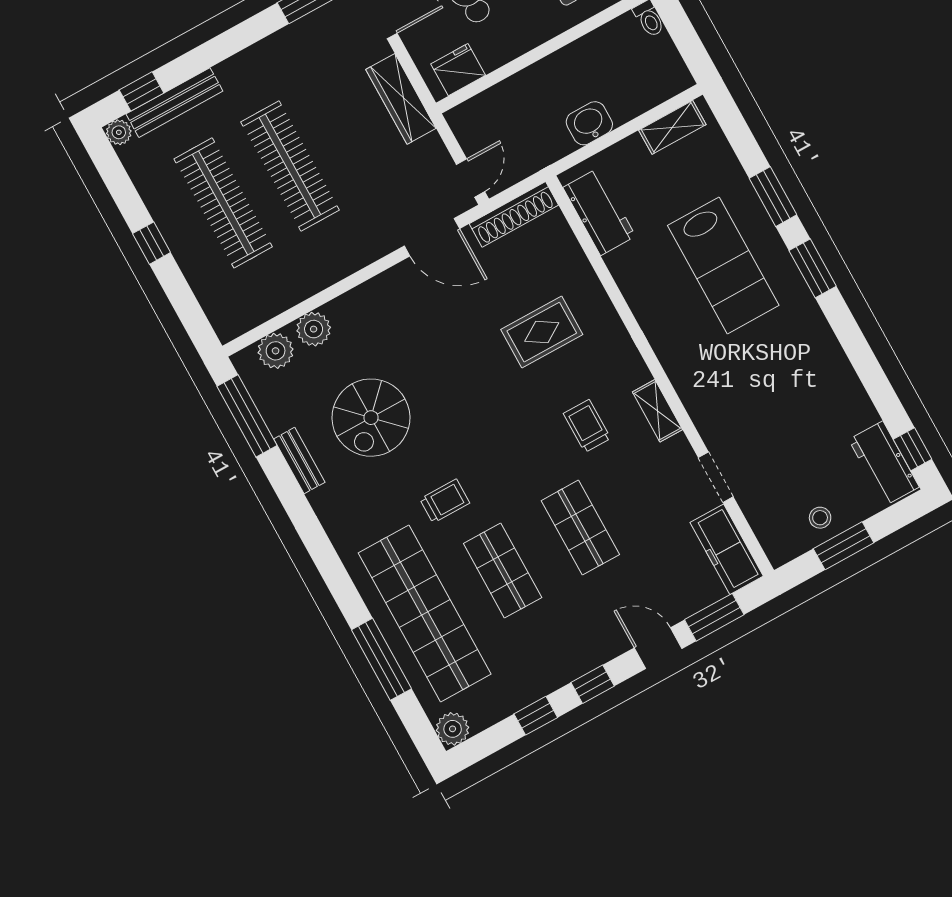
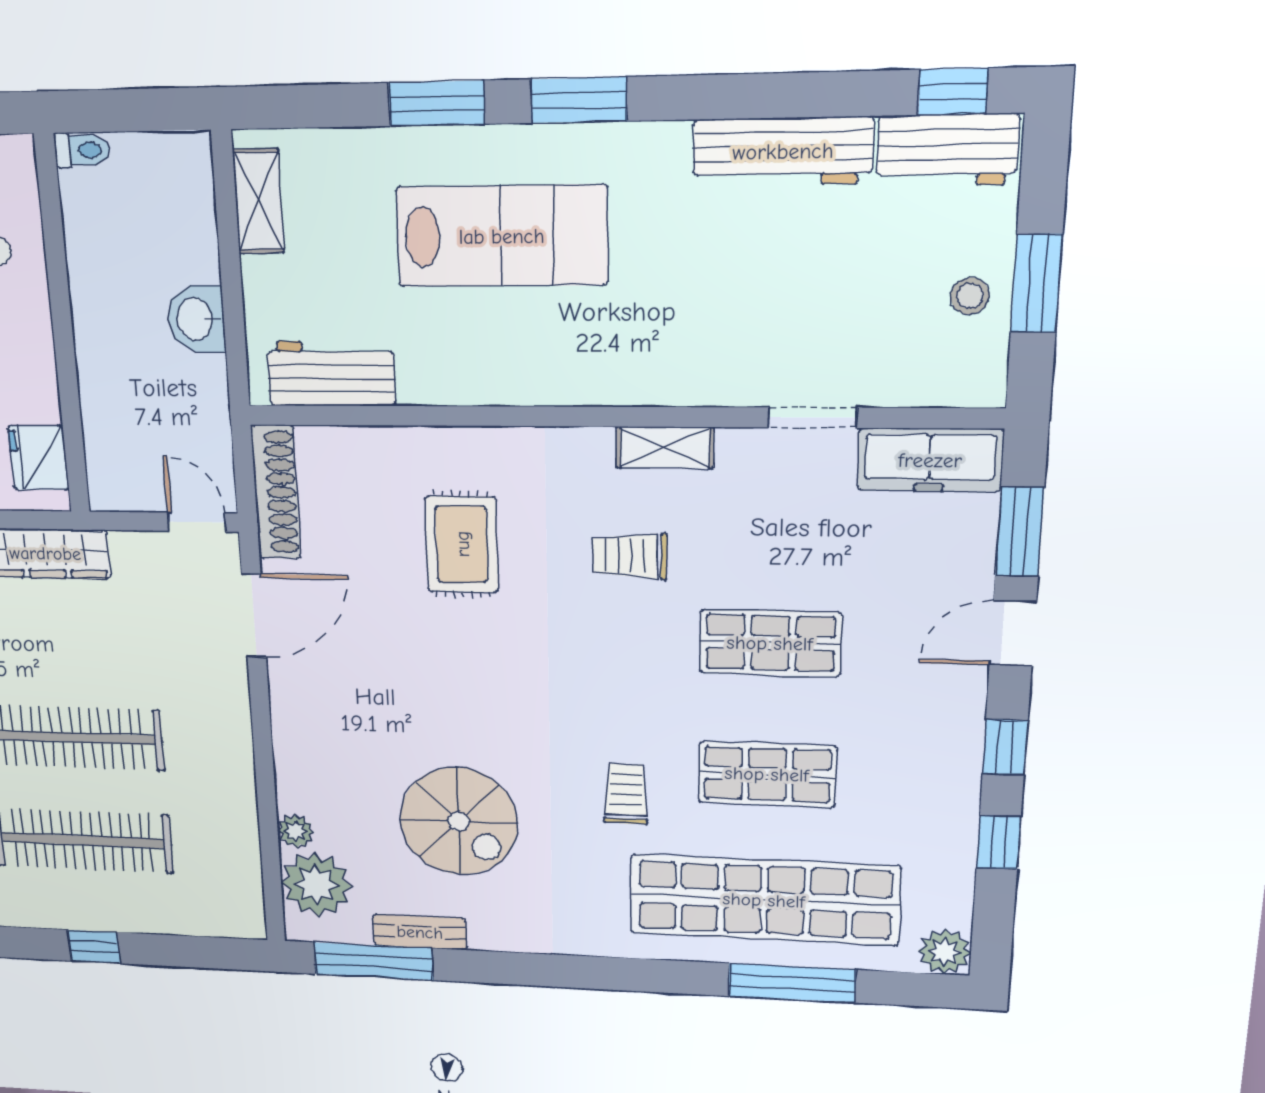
plant: (314, 329) -> (296, 831), width x0.73, depth x0.73
plant: (276, 351) -> (316, 885), width x1.36, depth x1.36
workbench: (841, 384) -> (783, 151), added
bench: (299, 461) -> (420, 932), moved

